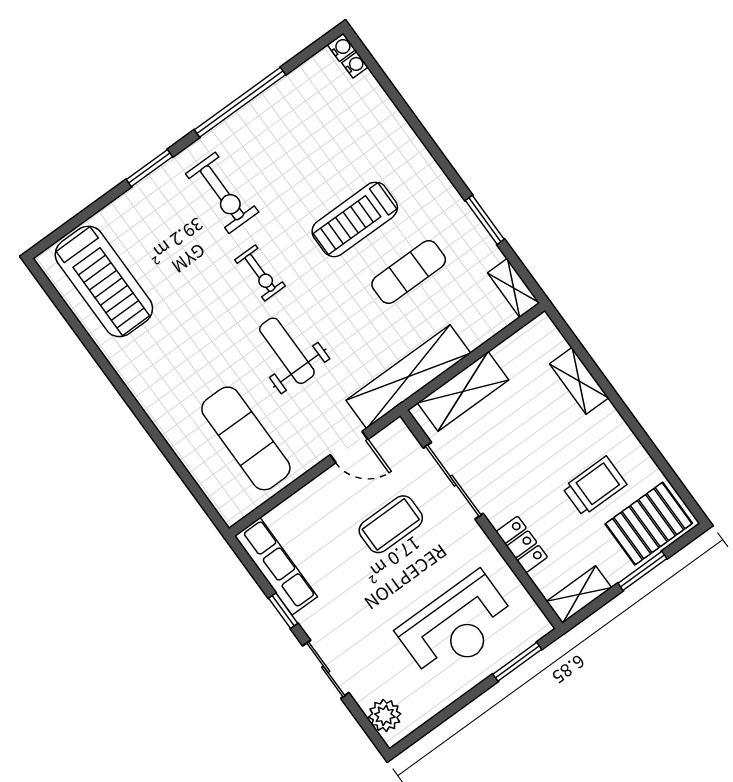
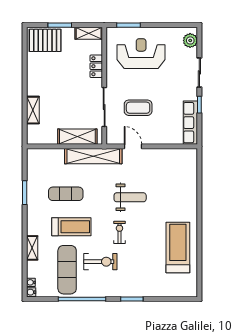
exercise bike: (222, 193) -> (100, 262), moved, turned 90
treadmill: (104, 281) -> (178, 247), moved
shelving: (514, 288) -> (32, 248), moved
weight bench: (287, 351) -> (130, 197), turned -90
exercise mat: (246, 438) -> (67, 270), moved
trolley: (595, 486) -> (55, 68), removed

